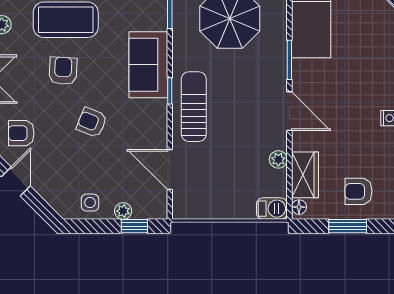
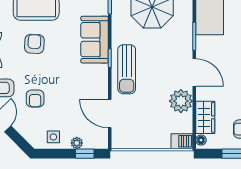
sun lounger: (194, 107) -> (127, 69), turned 180
armchair: (92, 122) -> (35, 99), moved, turned -112
plant: (278, 159) -> (181, 101), width x1.88, depth x1.88

